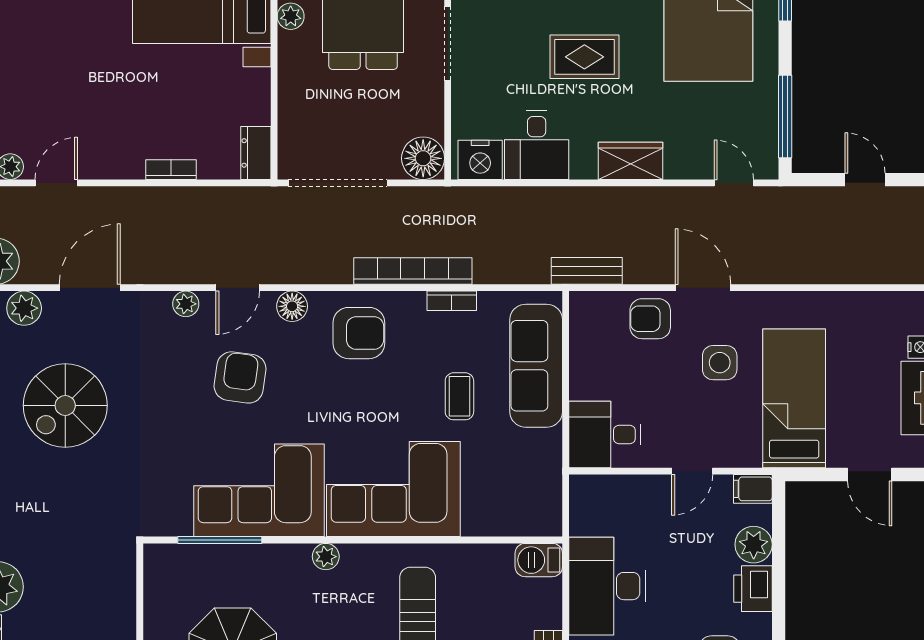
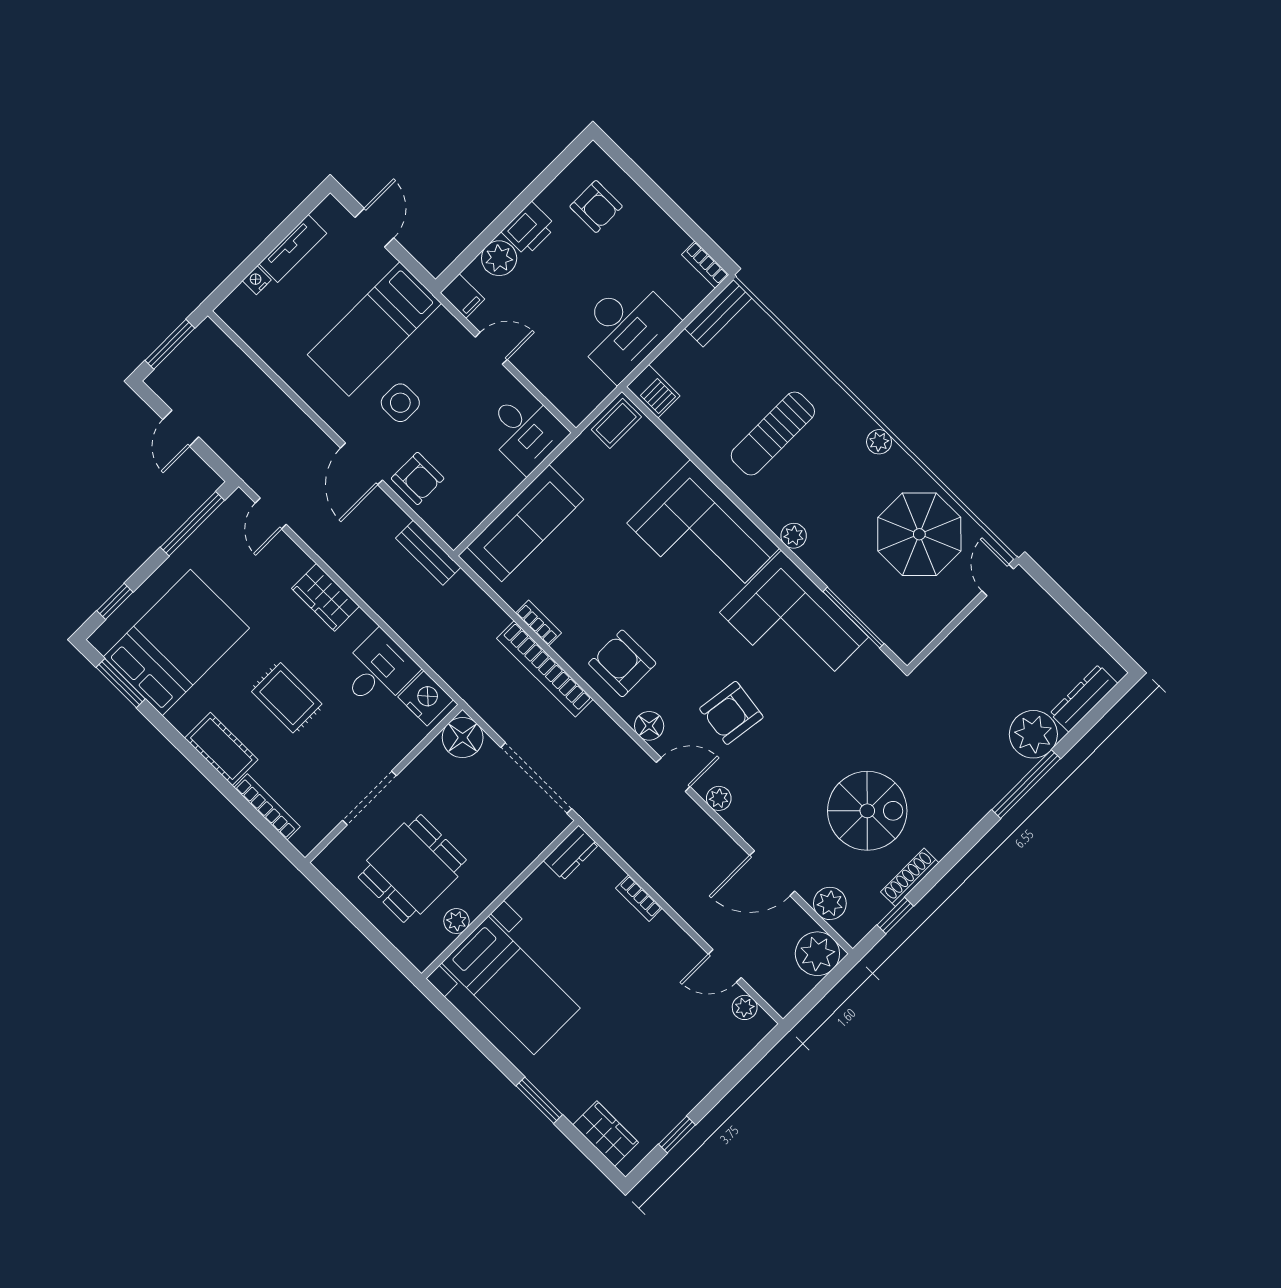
coffee table: (459, 396) -> (616, 423), moved

